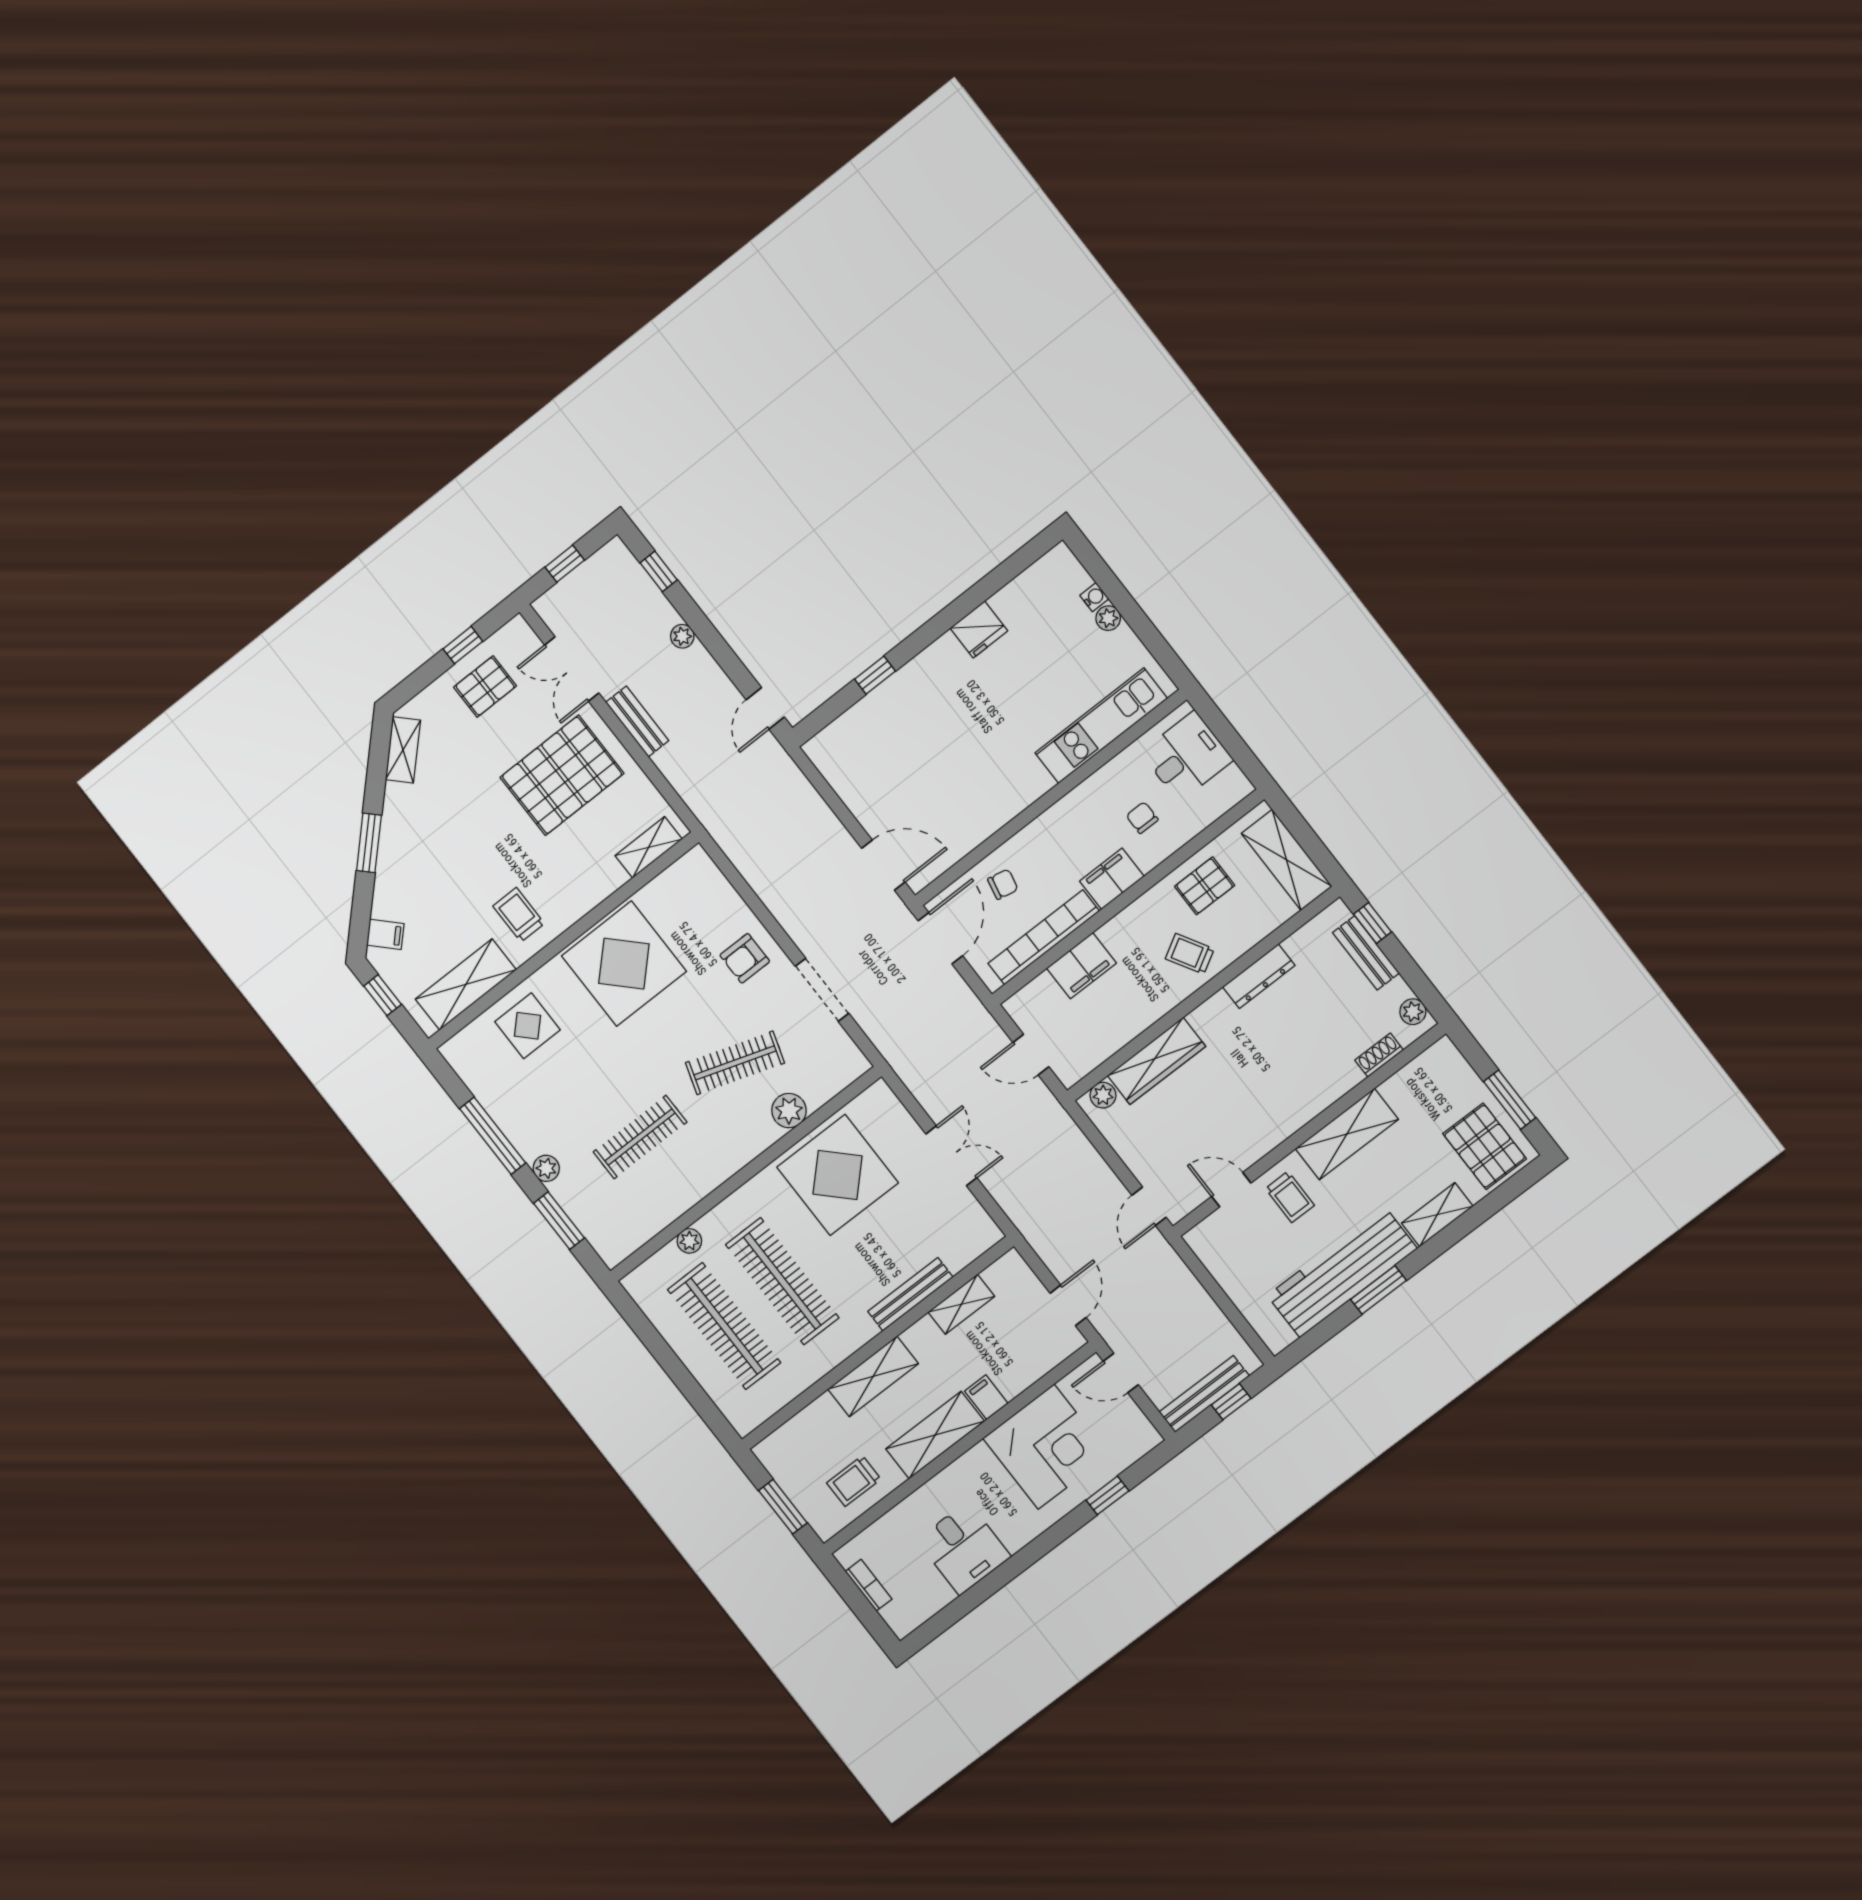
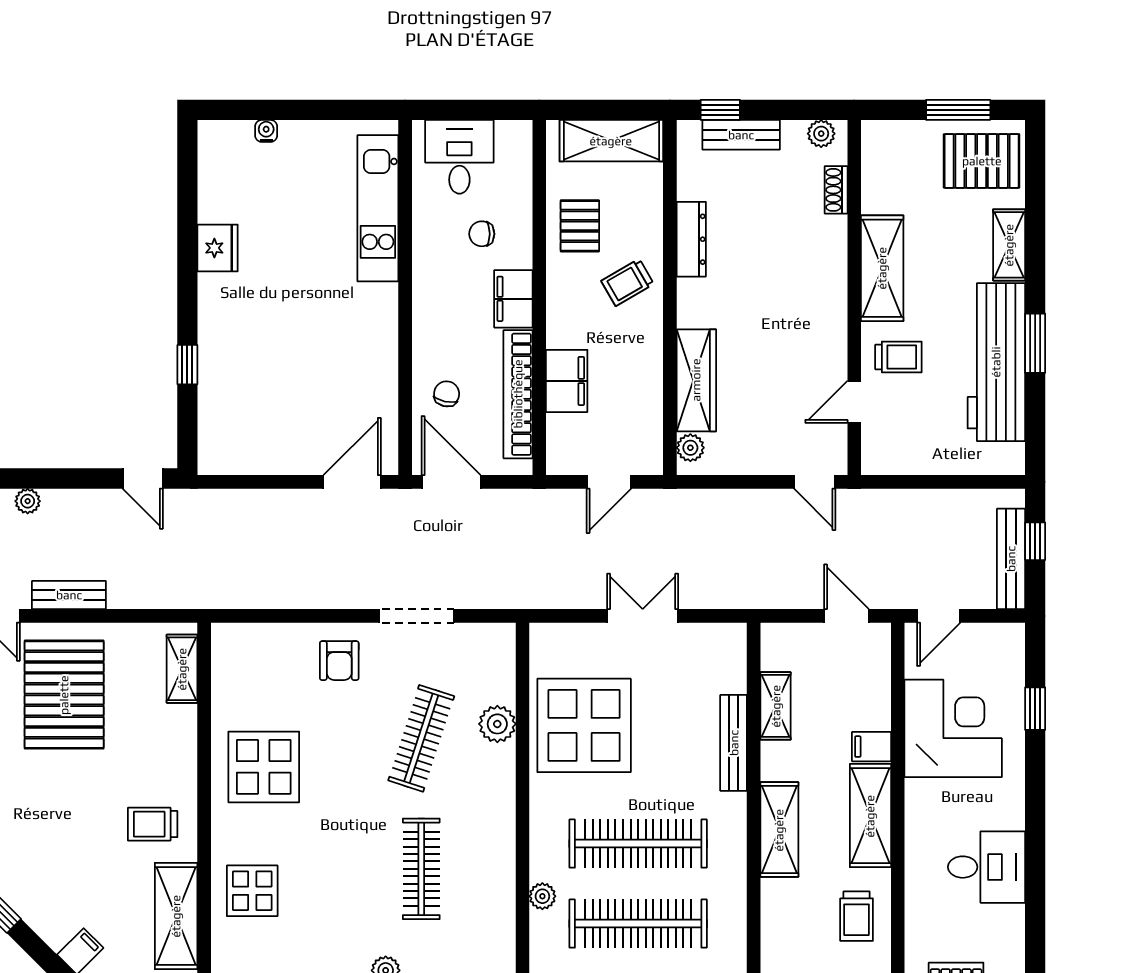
plant: (1108, 618) -> (293, 133), removed
display table: (624, 964) -> (264, 767), width x0.73, depth x0.73

